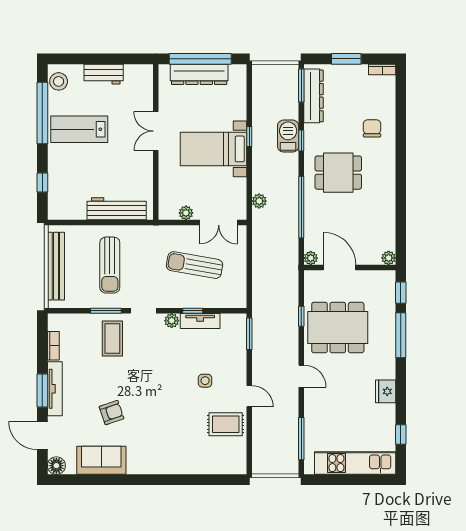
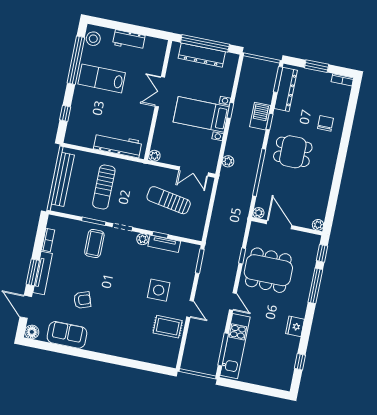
plant: (186, 213) -> (154, 156), moved
side table: (205, 381) -> (159, 290), width x1.87, depth x1.87
kitchen unit: (355, 463) -> (235, 346), moved, turned 90

